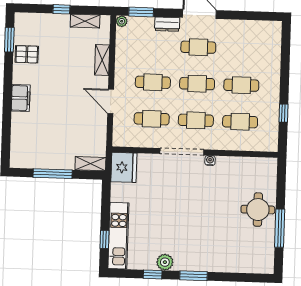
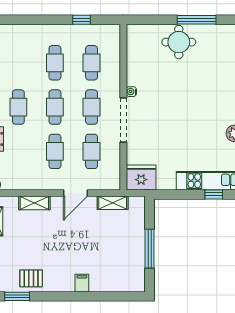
pallet: (27, 54) -> (31, 278), turned 90
filing cabinet: (21, 98) -> (82, 283), width x0.50
shelving: (90, 164) -> (113, 203), moved, turned 90

